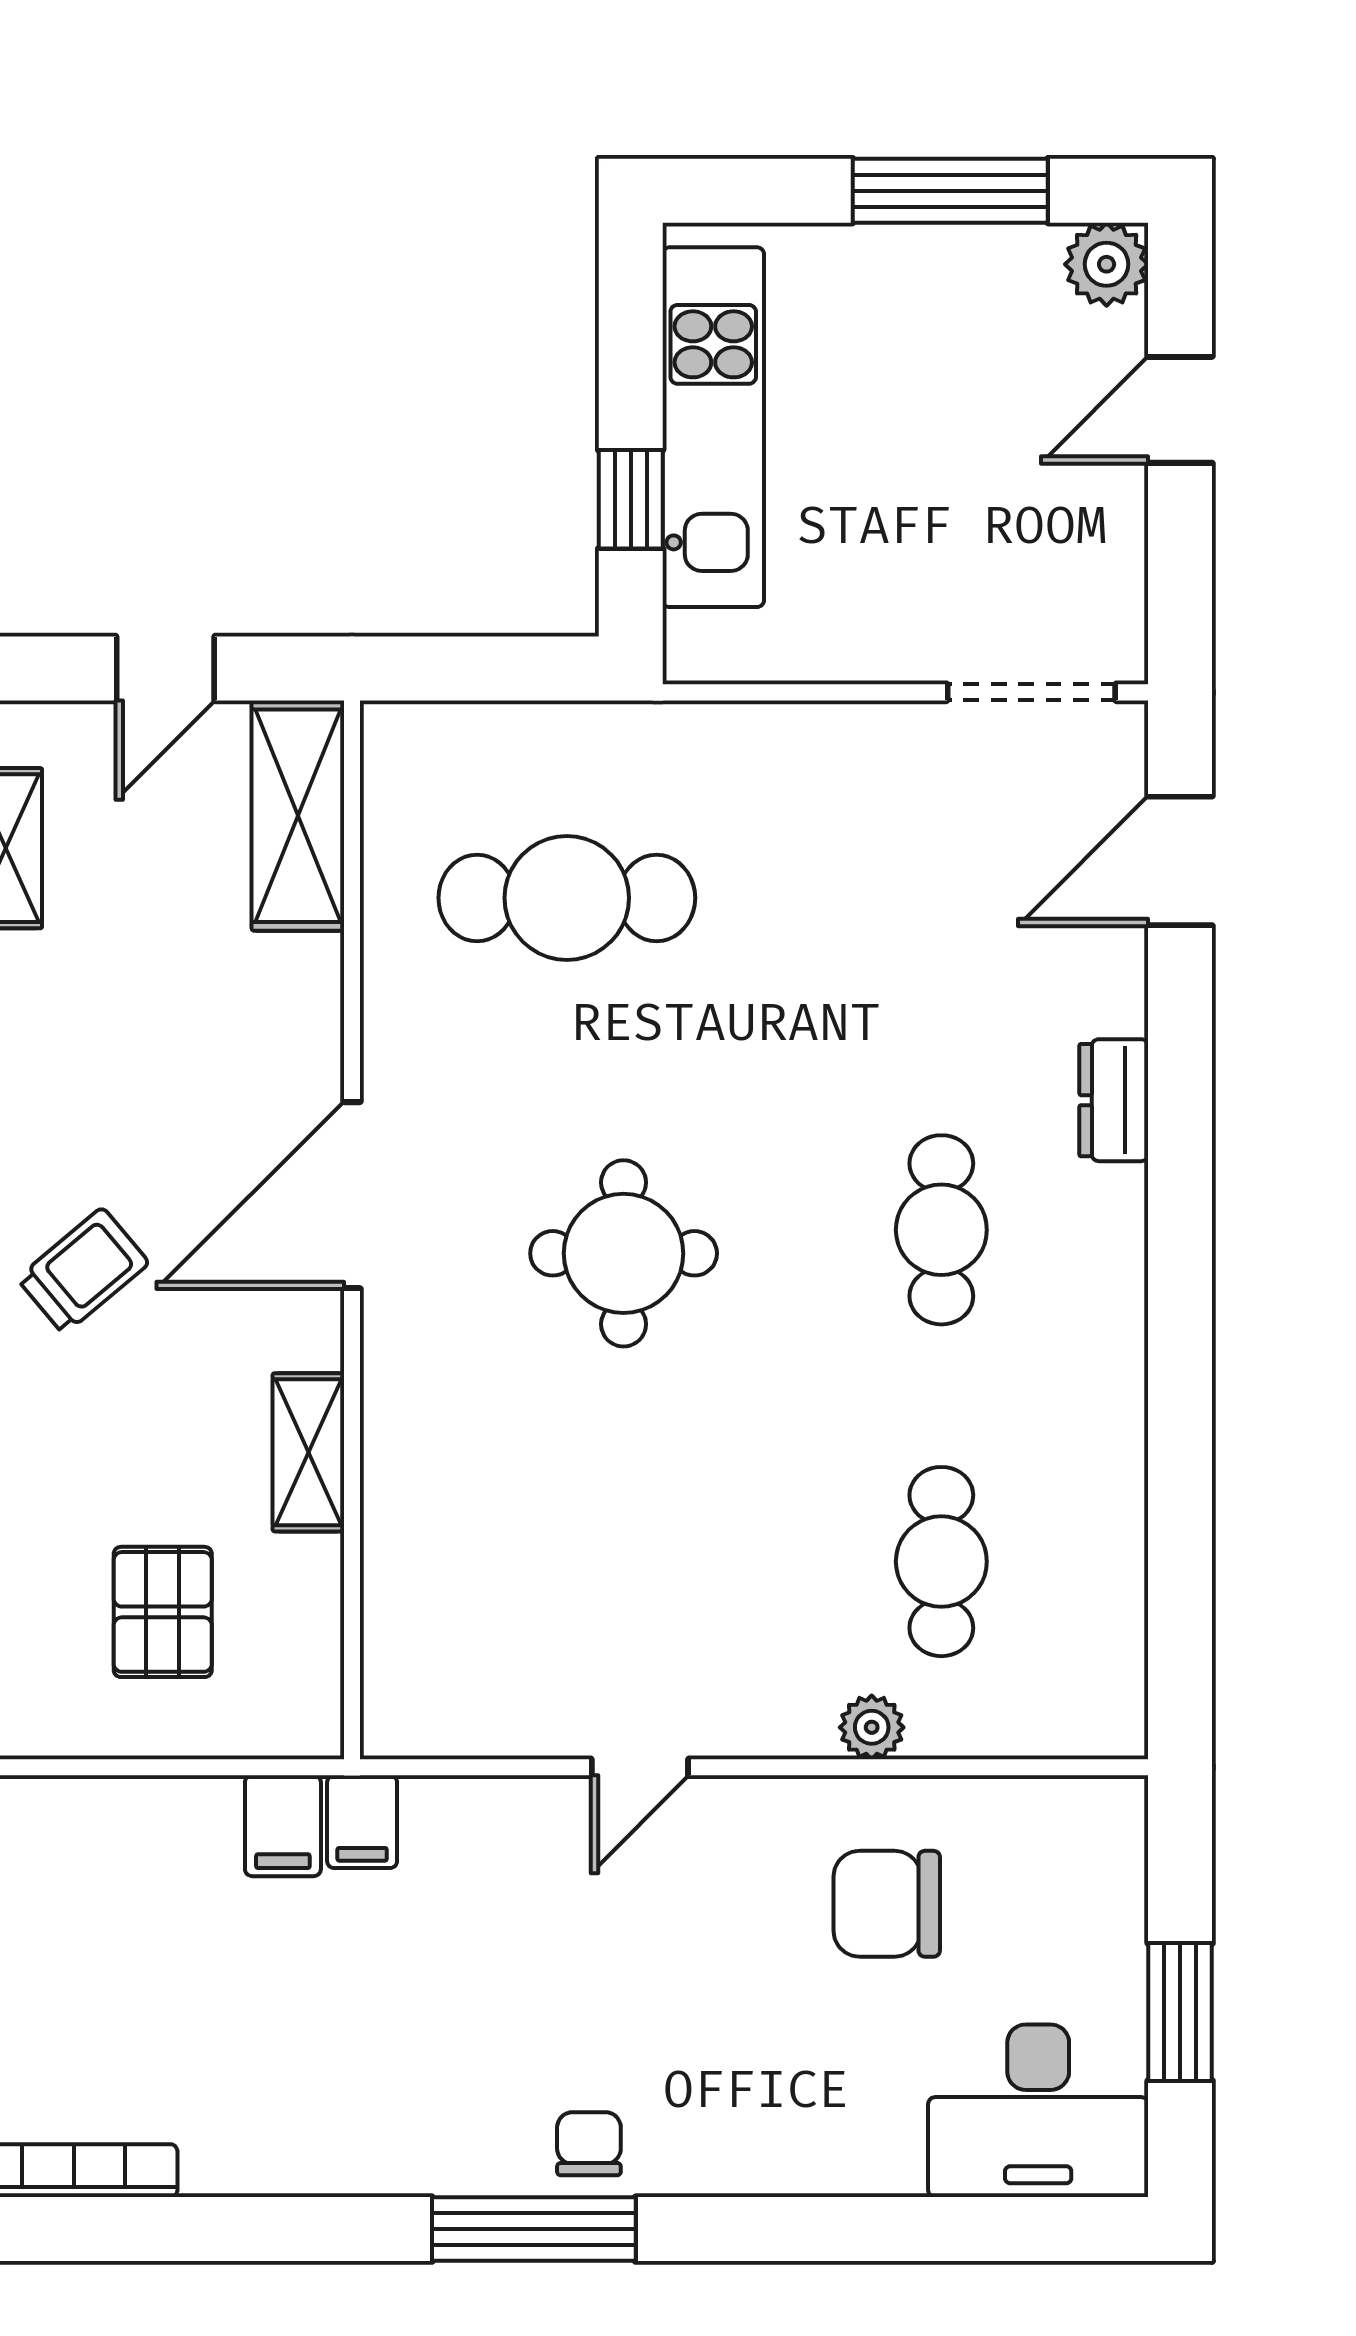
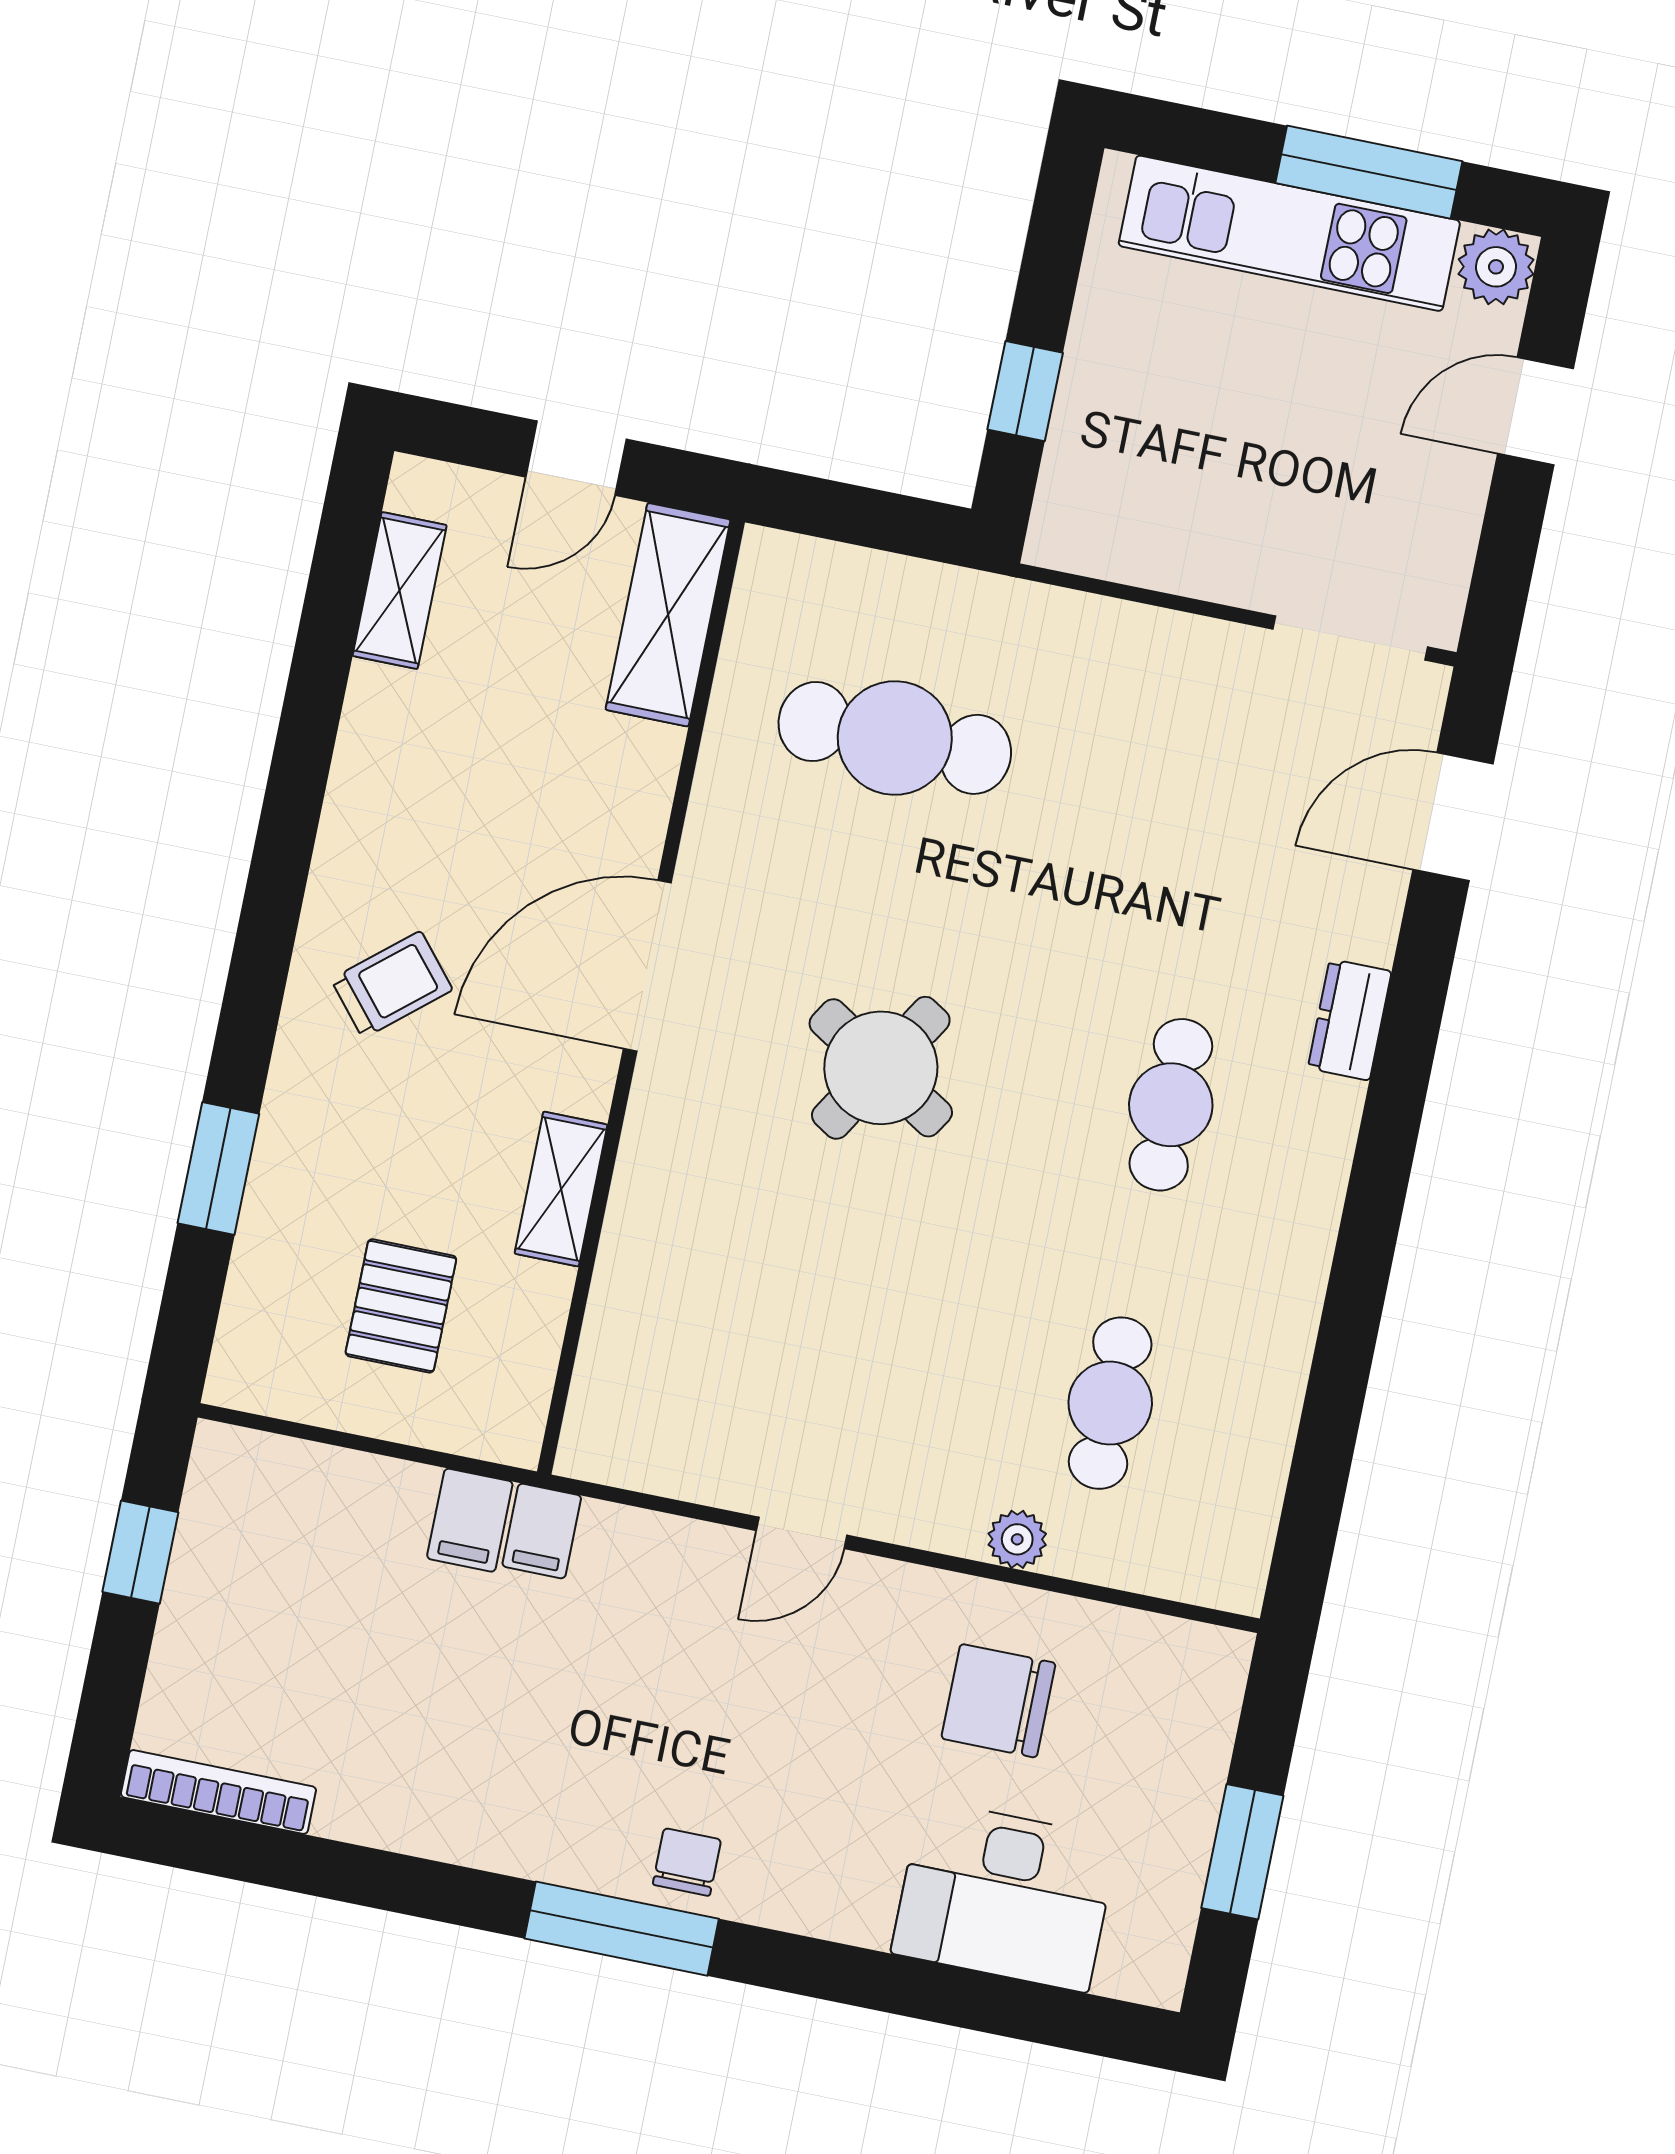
kitchen unit: (713, 427) -> (1289, 233), moved, turned 90
round table: (624, 1253) -> (881, 1068), turned 32
desk: (1038, 2111) -> (1005, 1896), moved

